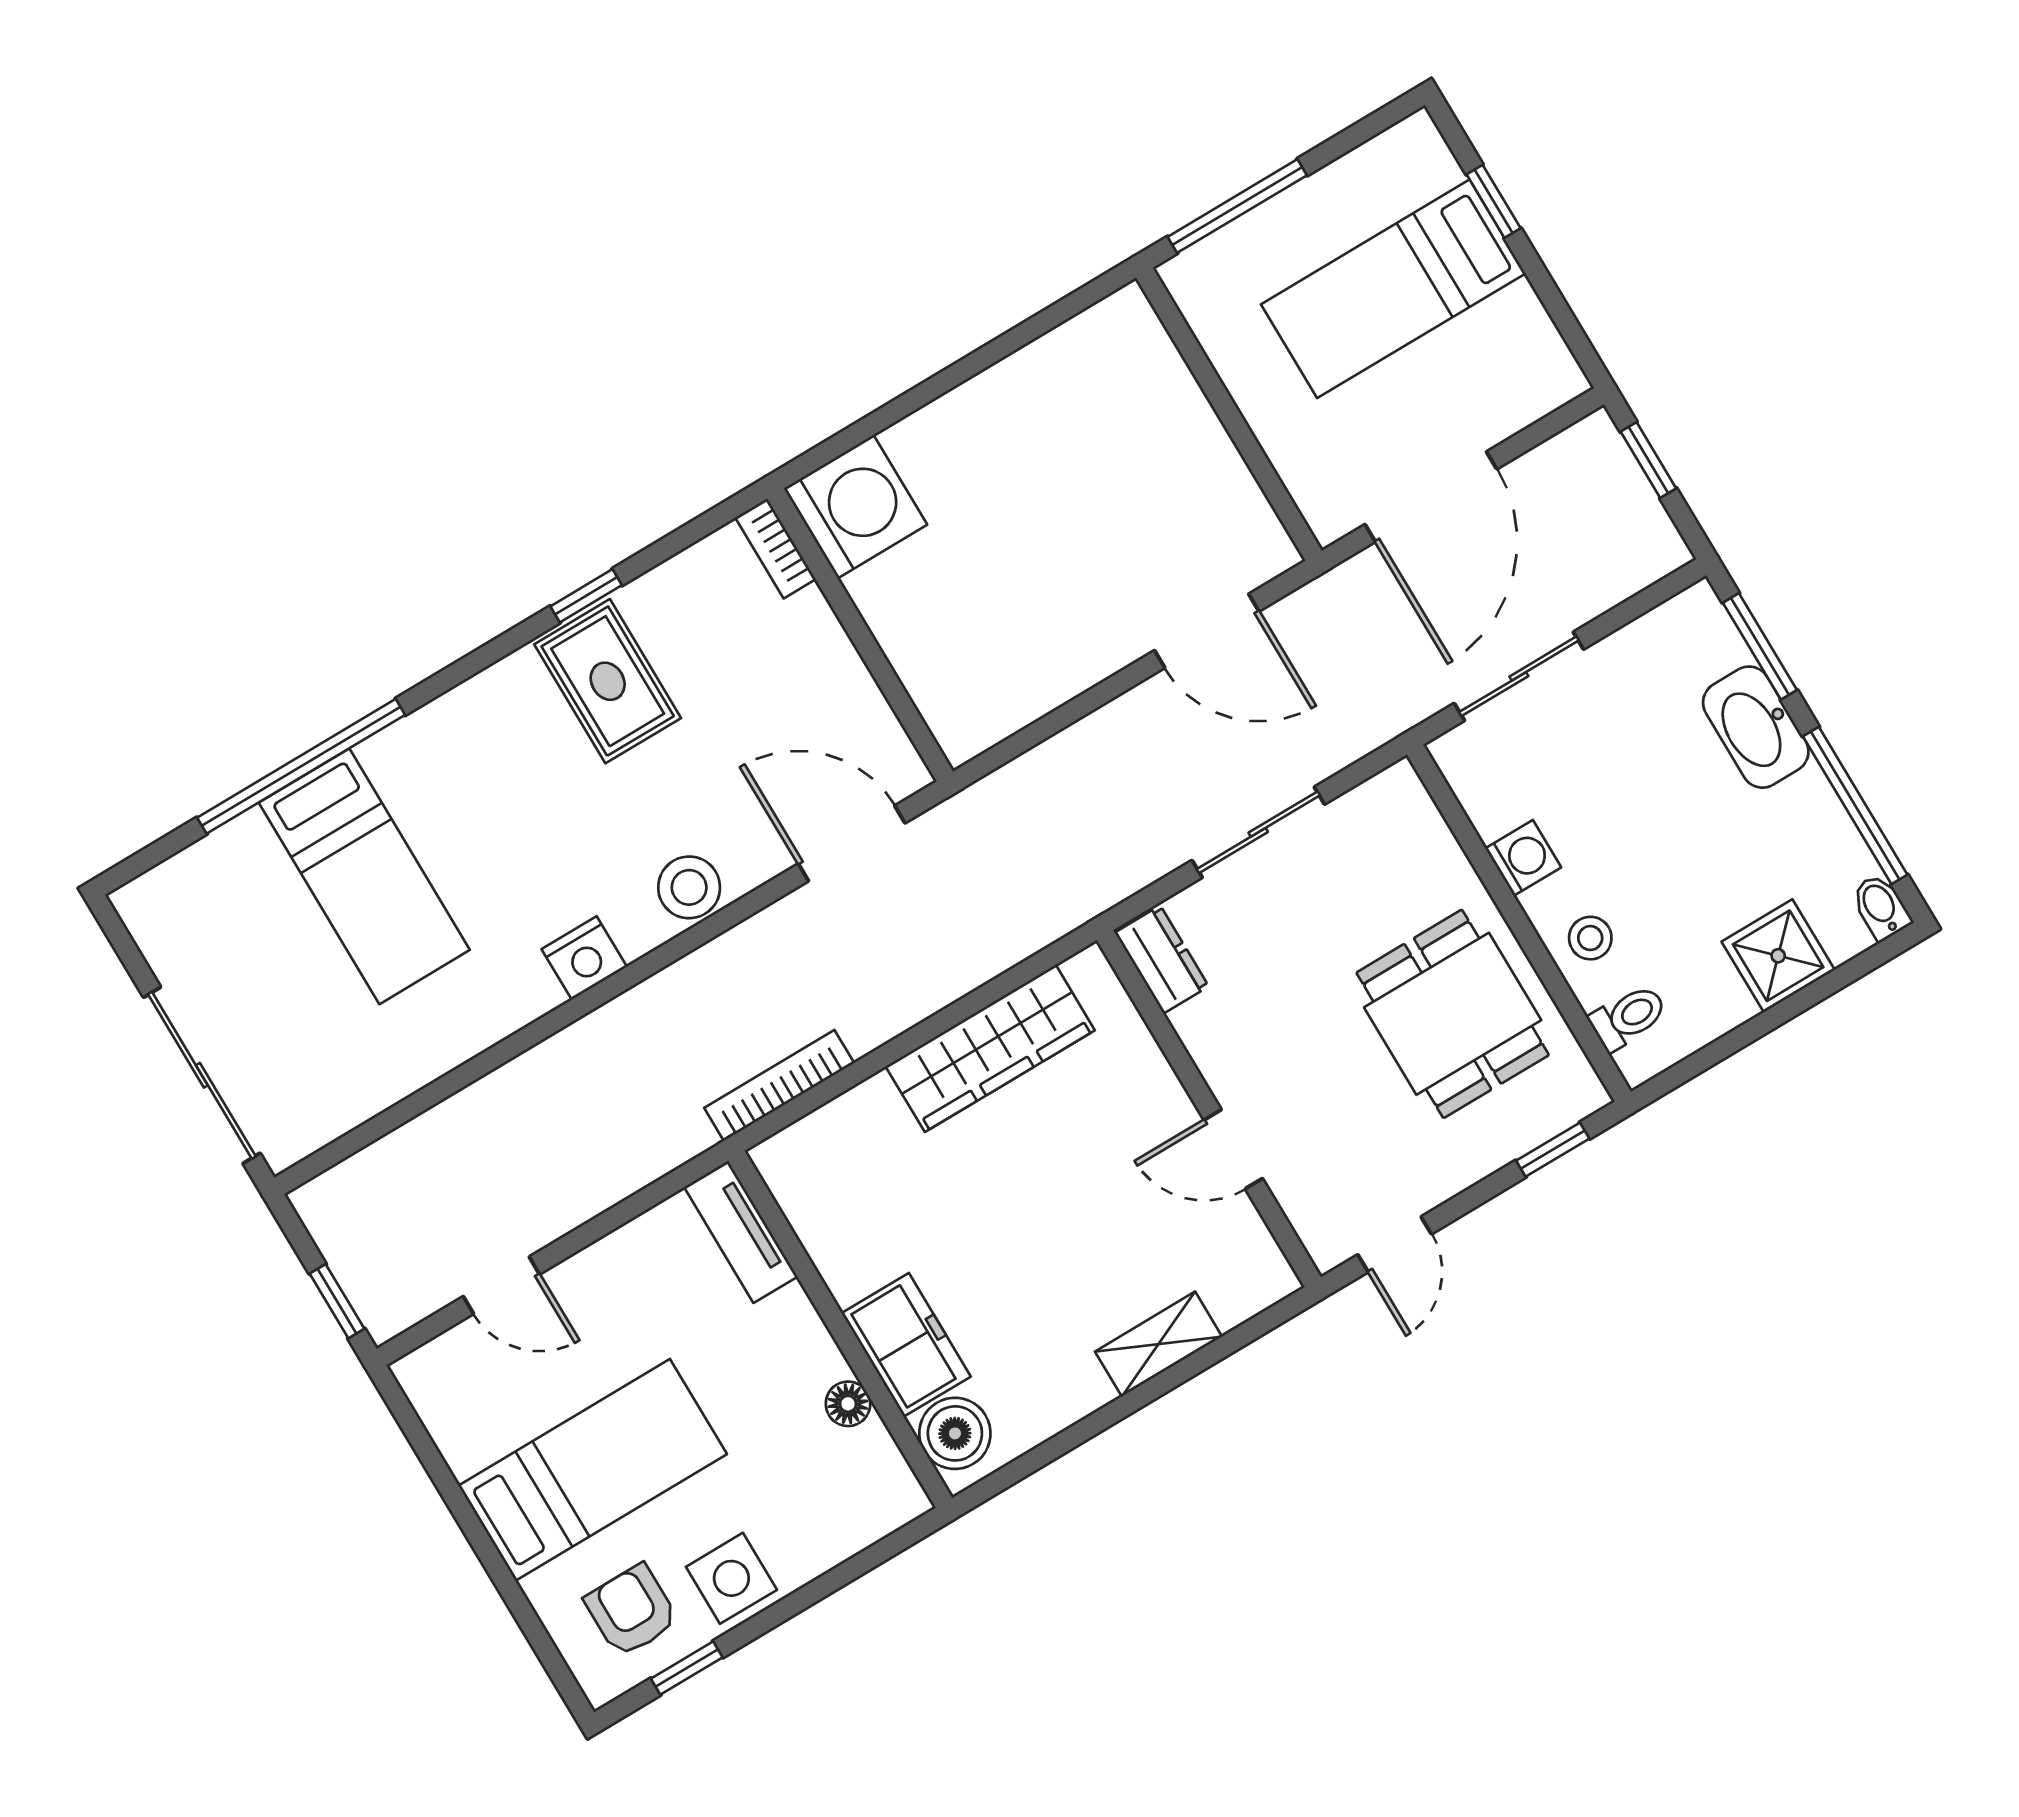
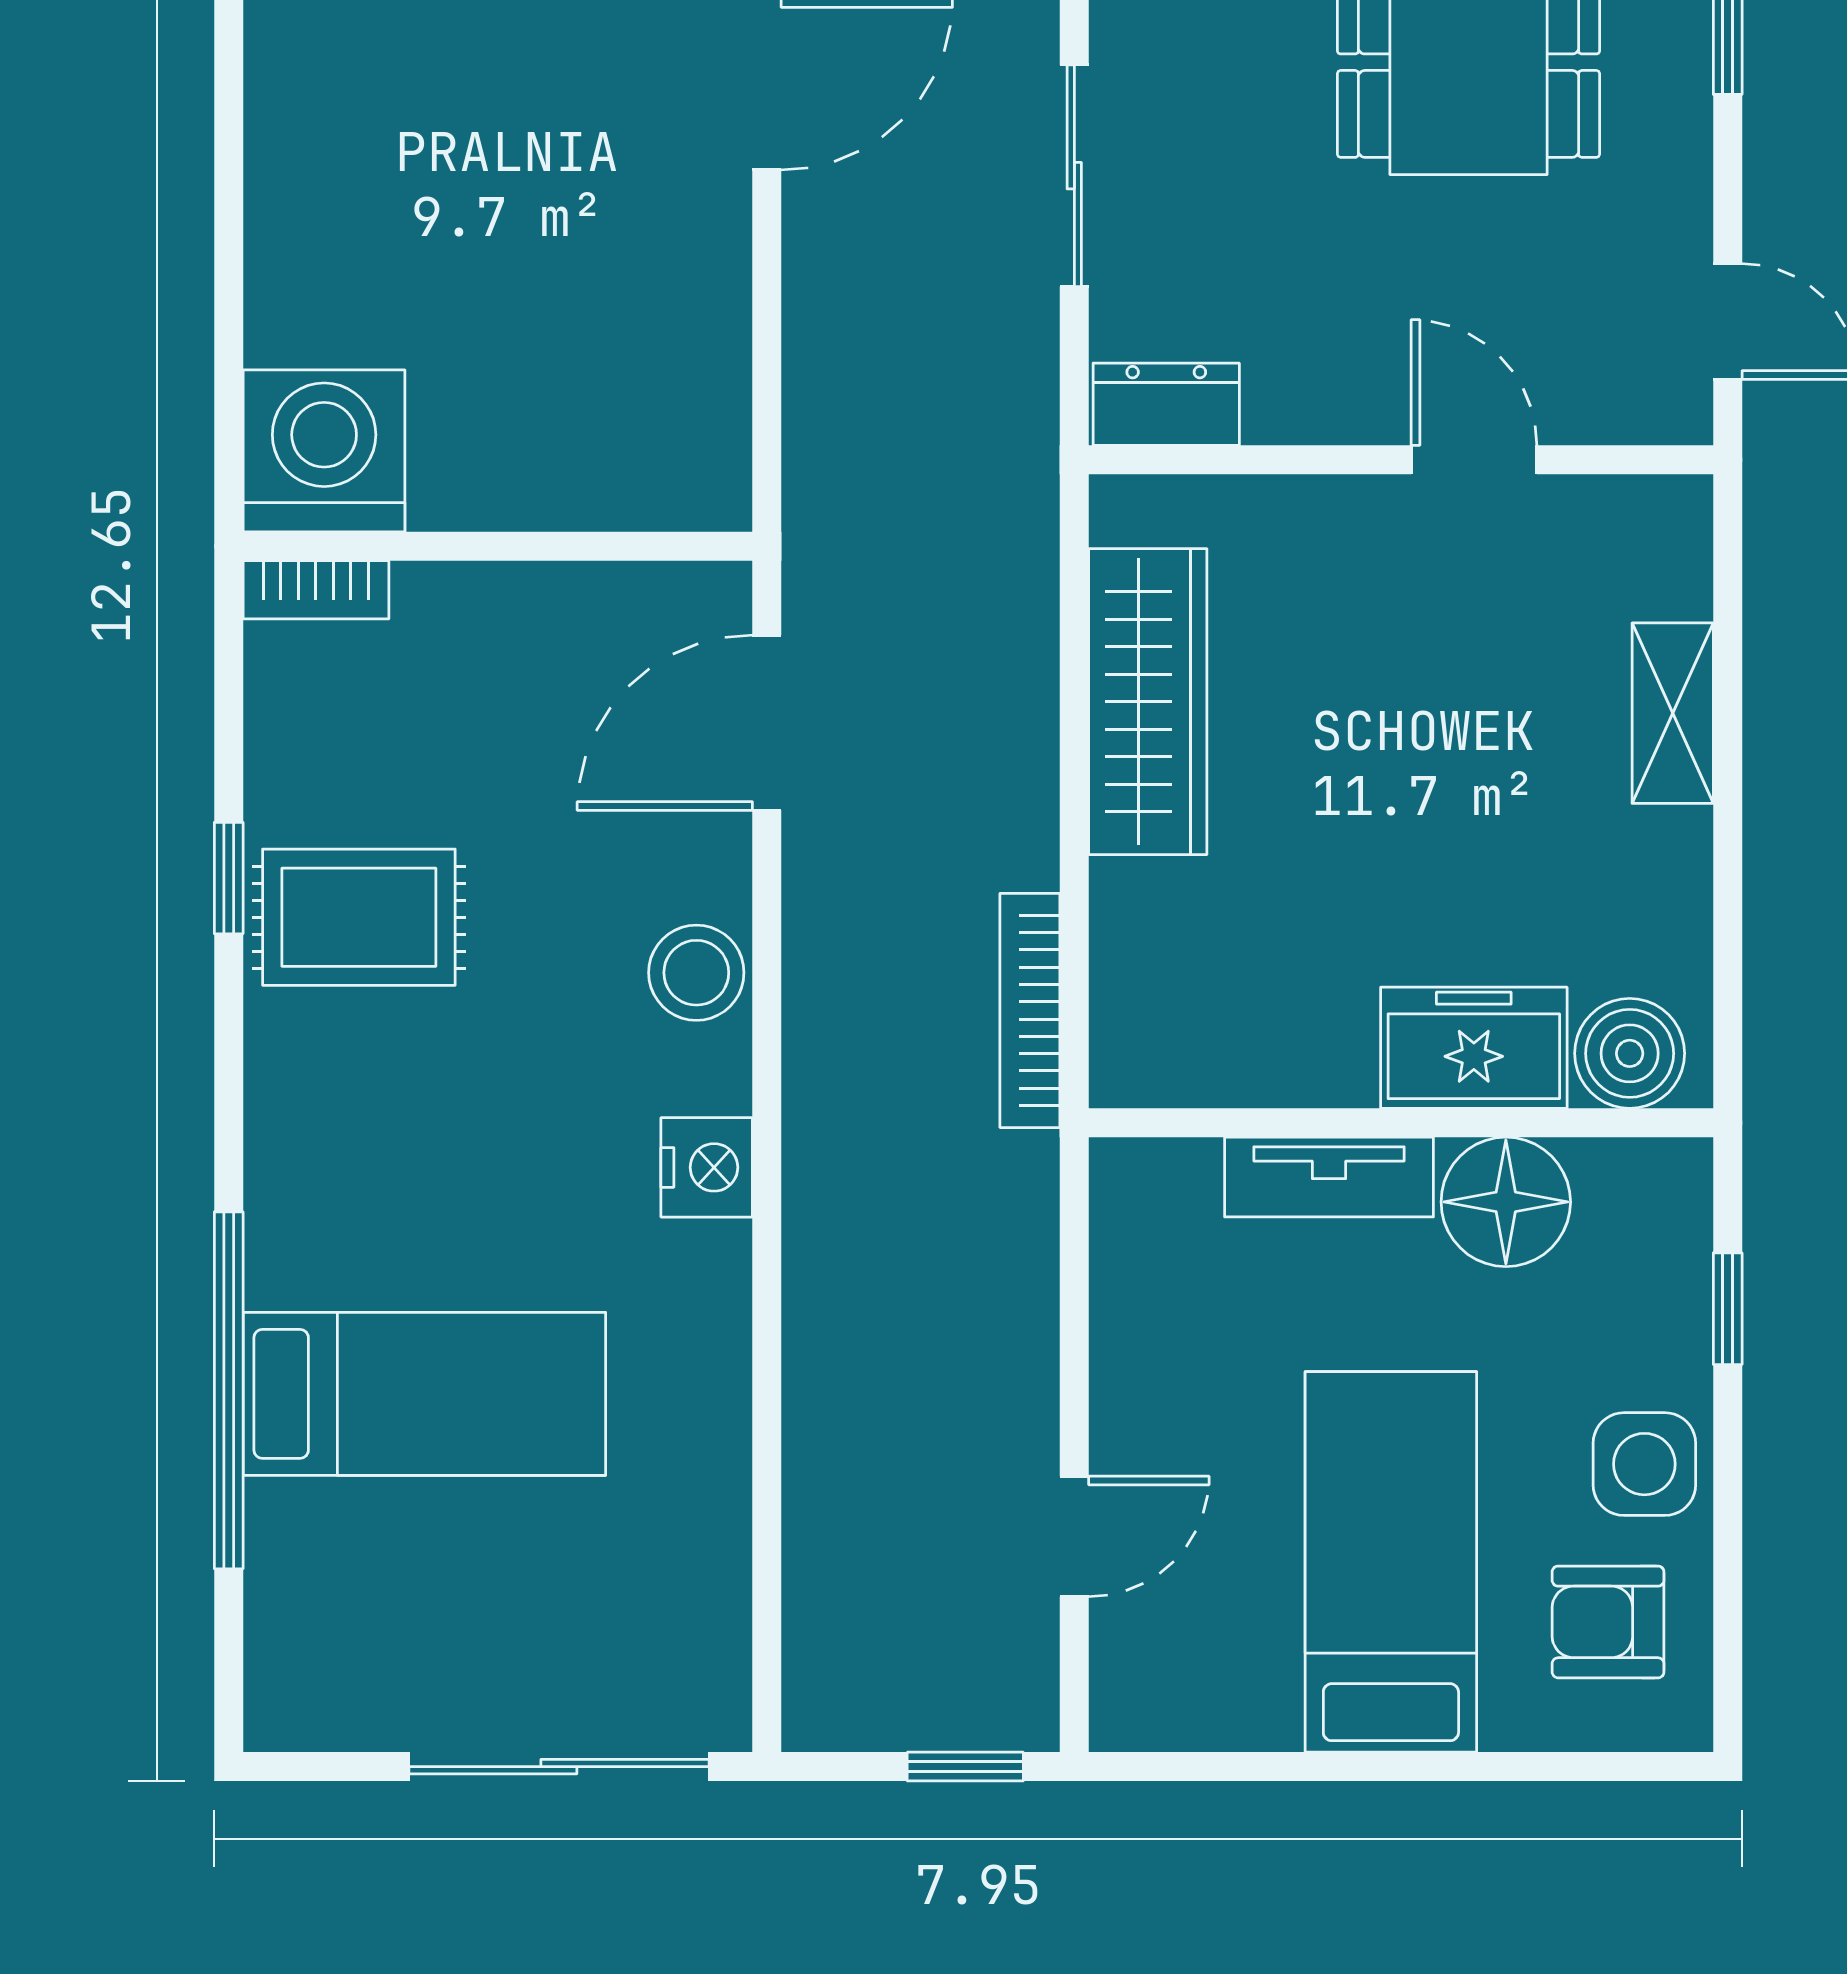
door: (1233, 1149) -> (1474, 460), swing flipped
tv unit: (741, 1232) -> (1329, 1177), moved
floor lamp: (848, 1404) -> (1506, 1202), width x1.89, depth x1.89
window: (687, 1668) -> (1728, 1309), moved

